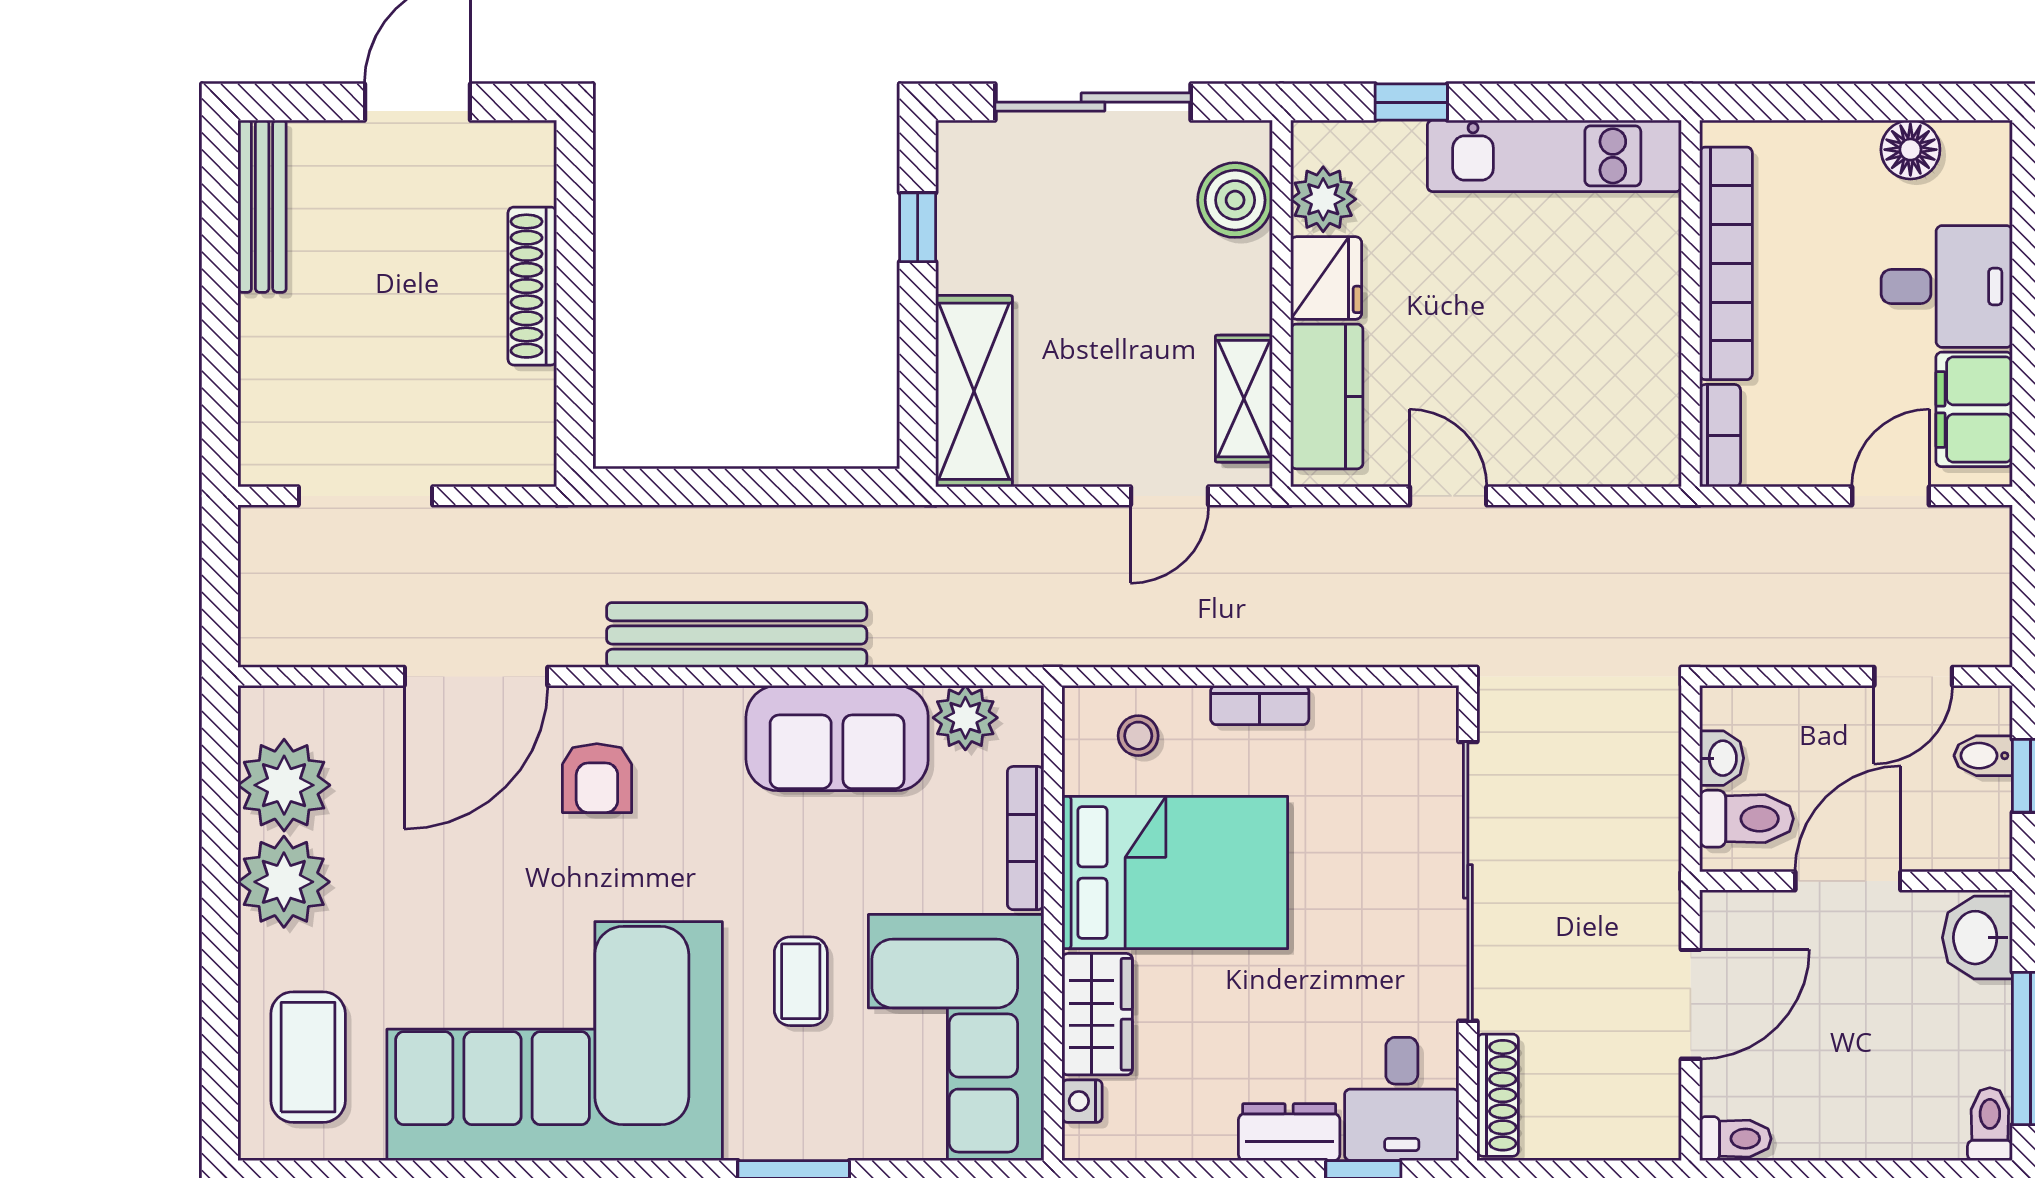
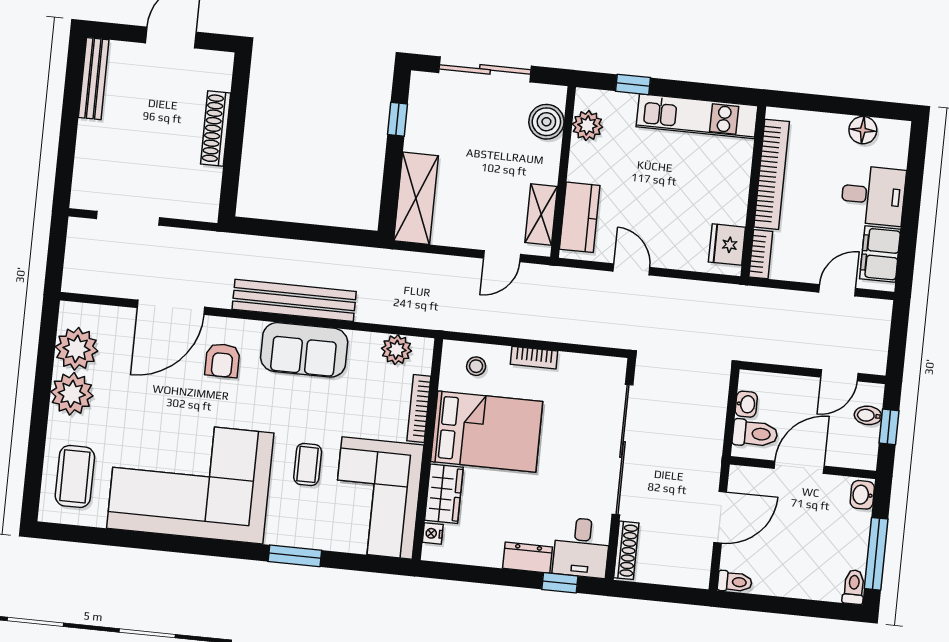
fridge: (1326, 278) -> (727, 245), moved, turned 180
sofa: (837, 738) -> (304, 350), moved
washbasin: (1977, 938) -> (862, 495), width x0.72, depth x0.69

